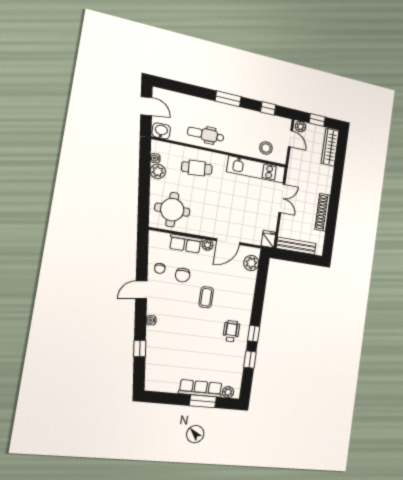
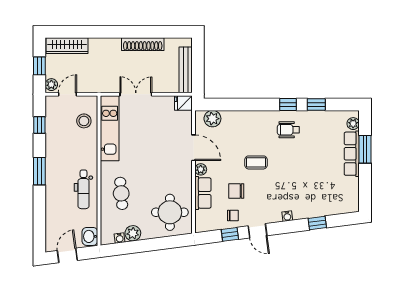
window: (142, 263) -> (230, 234), added
chair: (183, 275) -> (236, 191), turned 180

